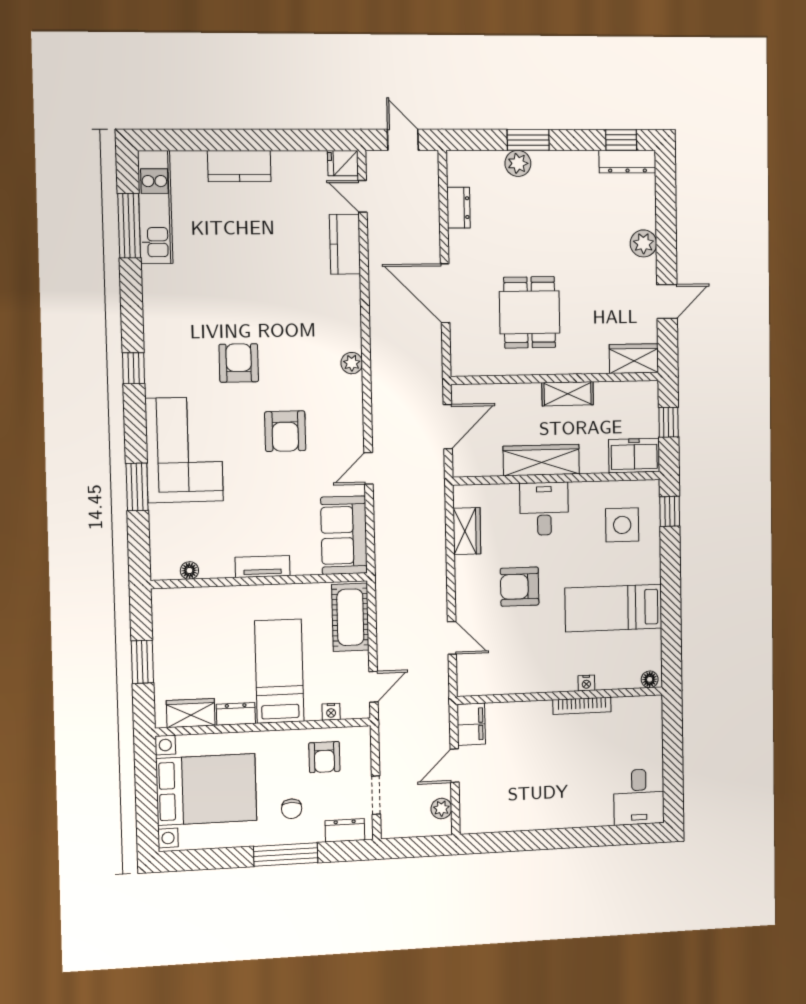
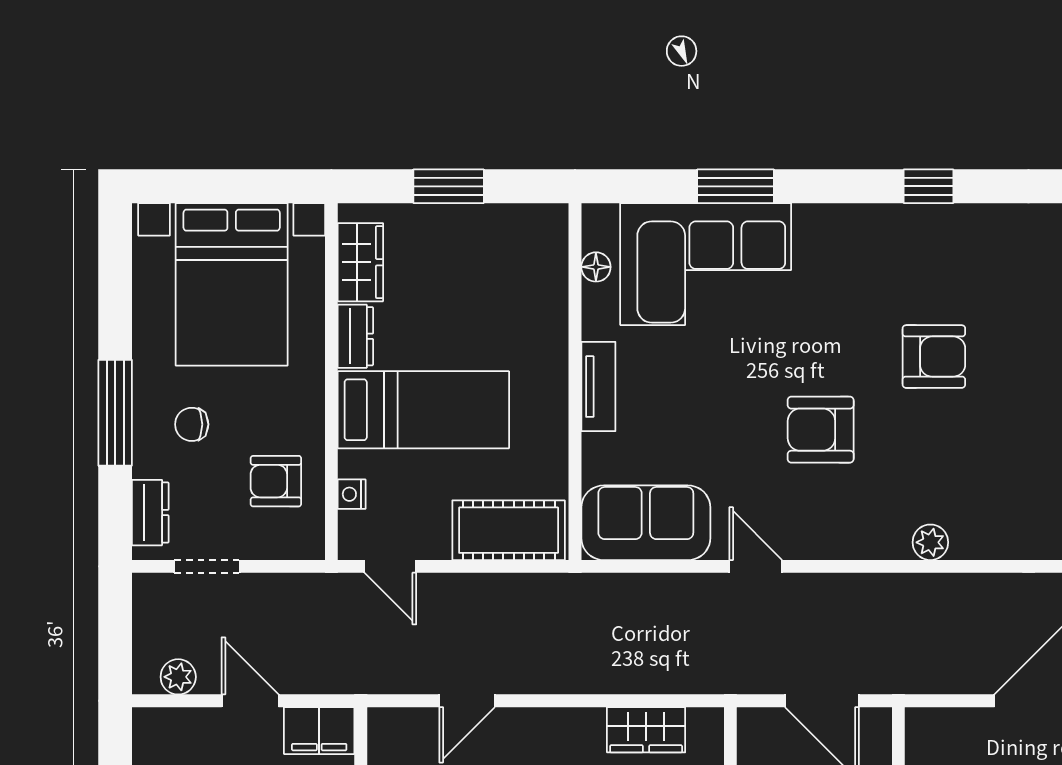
corner sofa: (184, 450) -> (706, 264), moved

